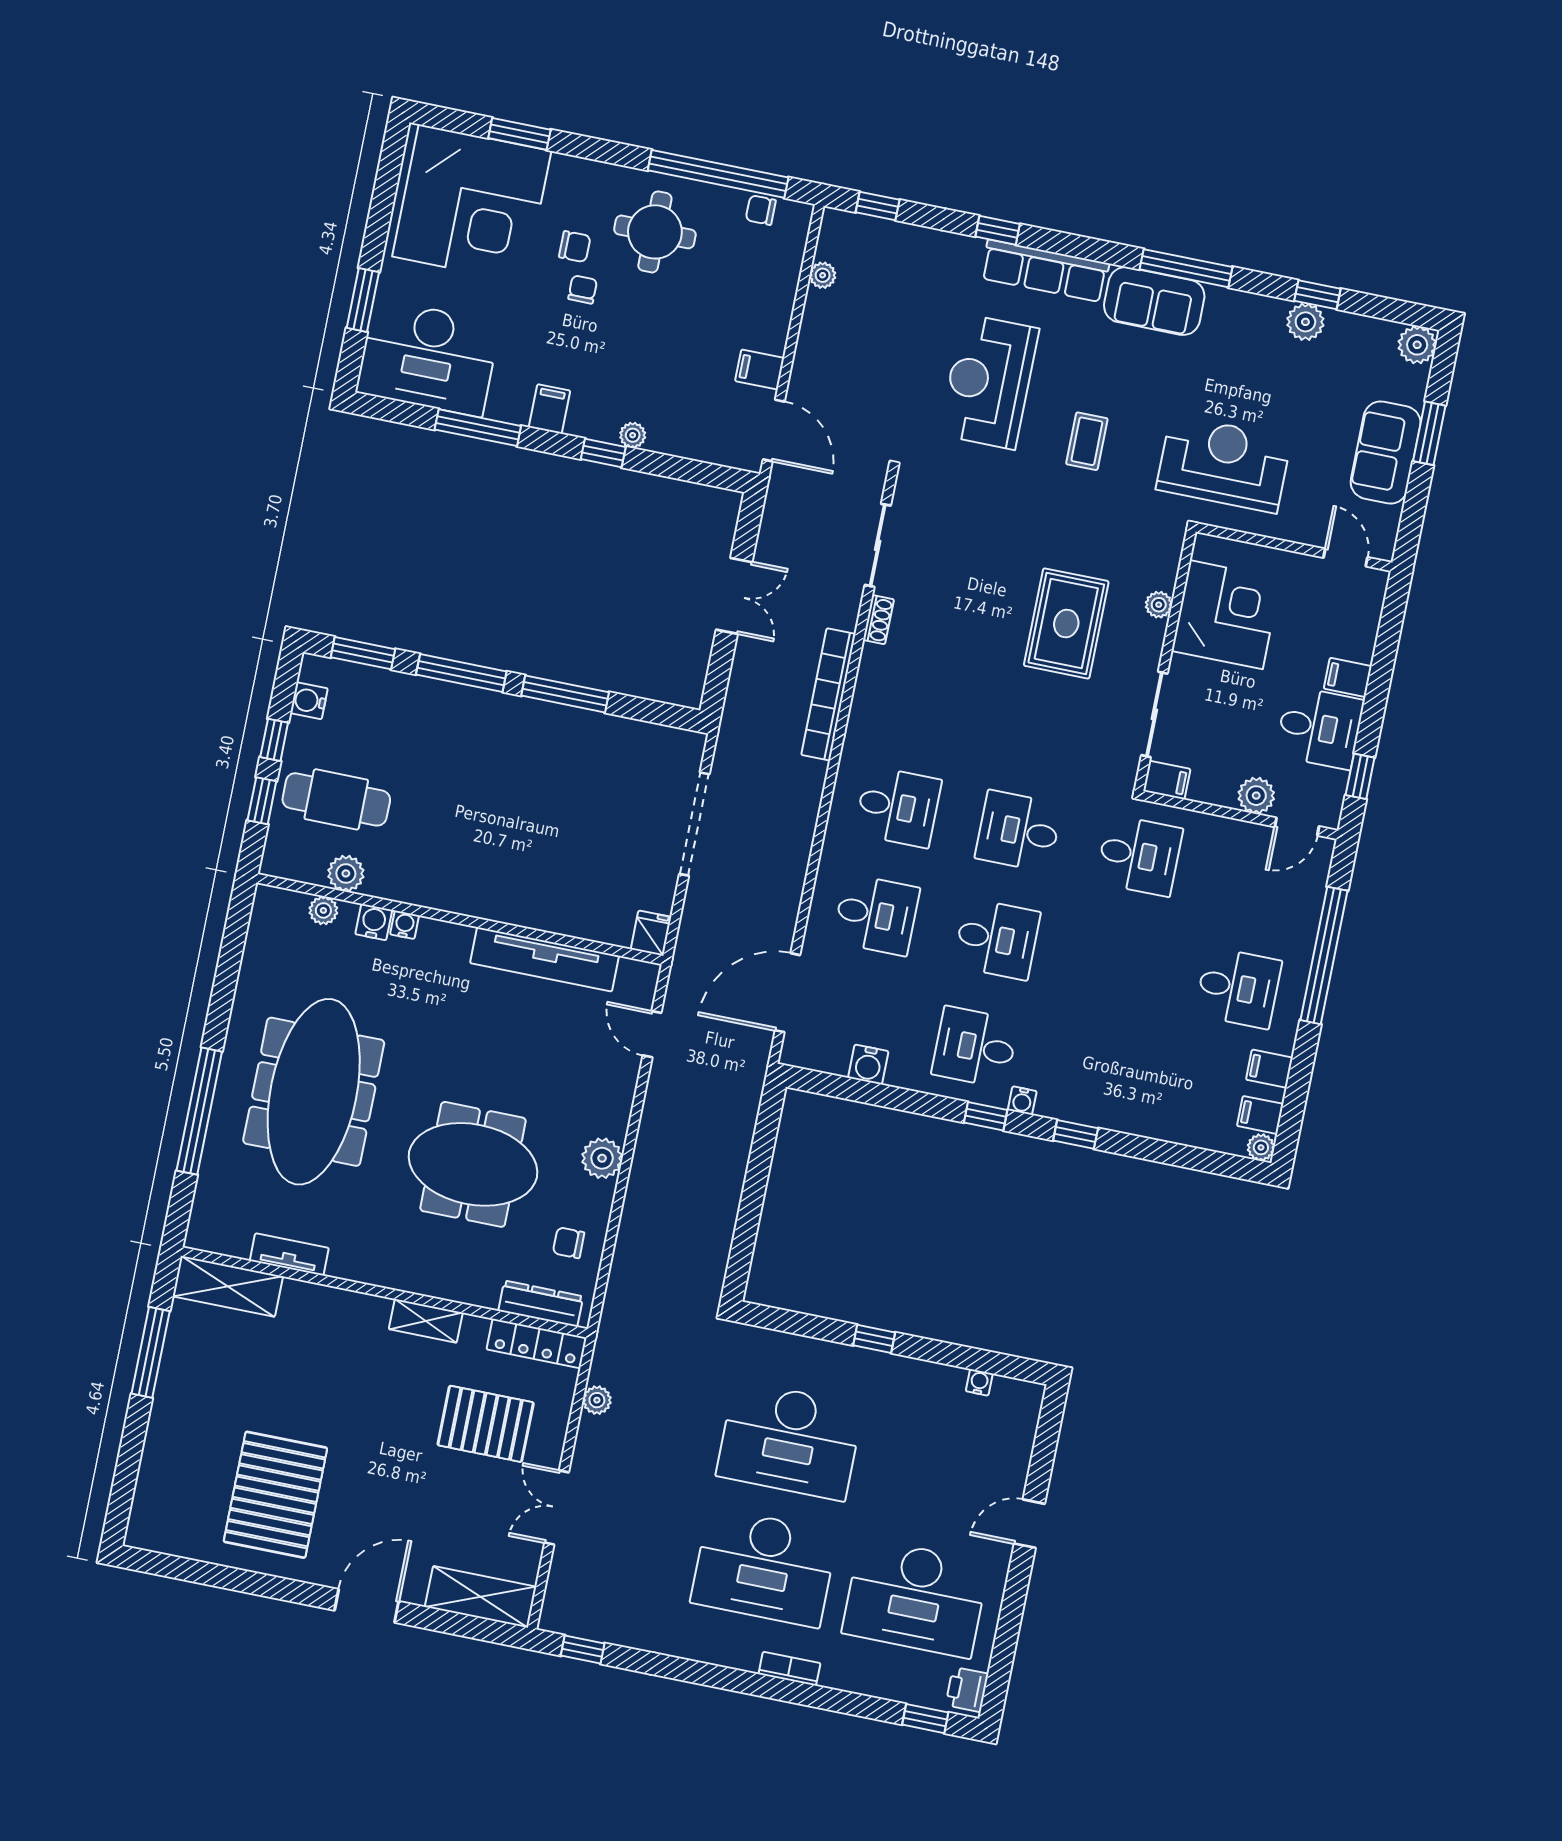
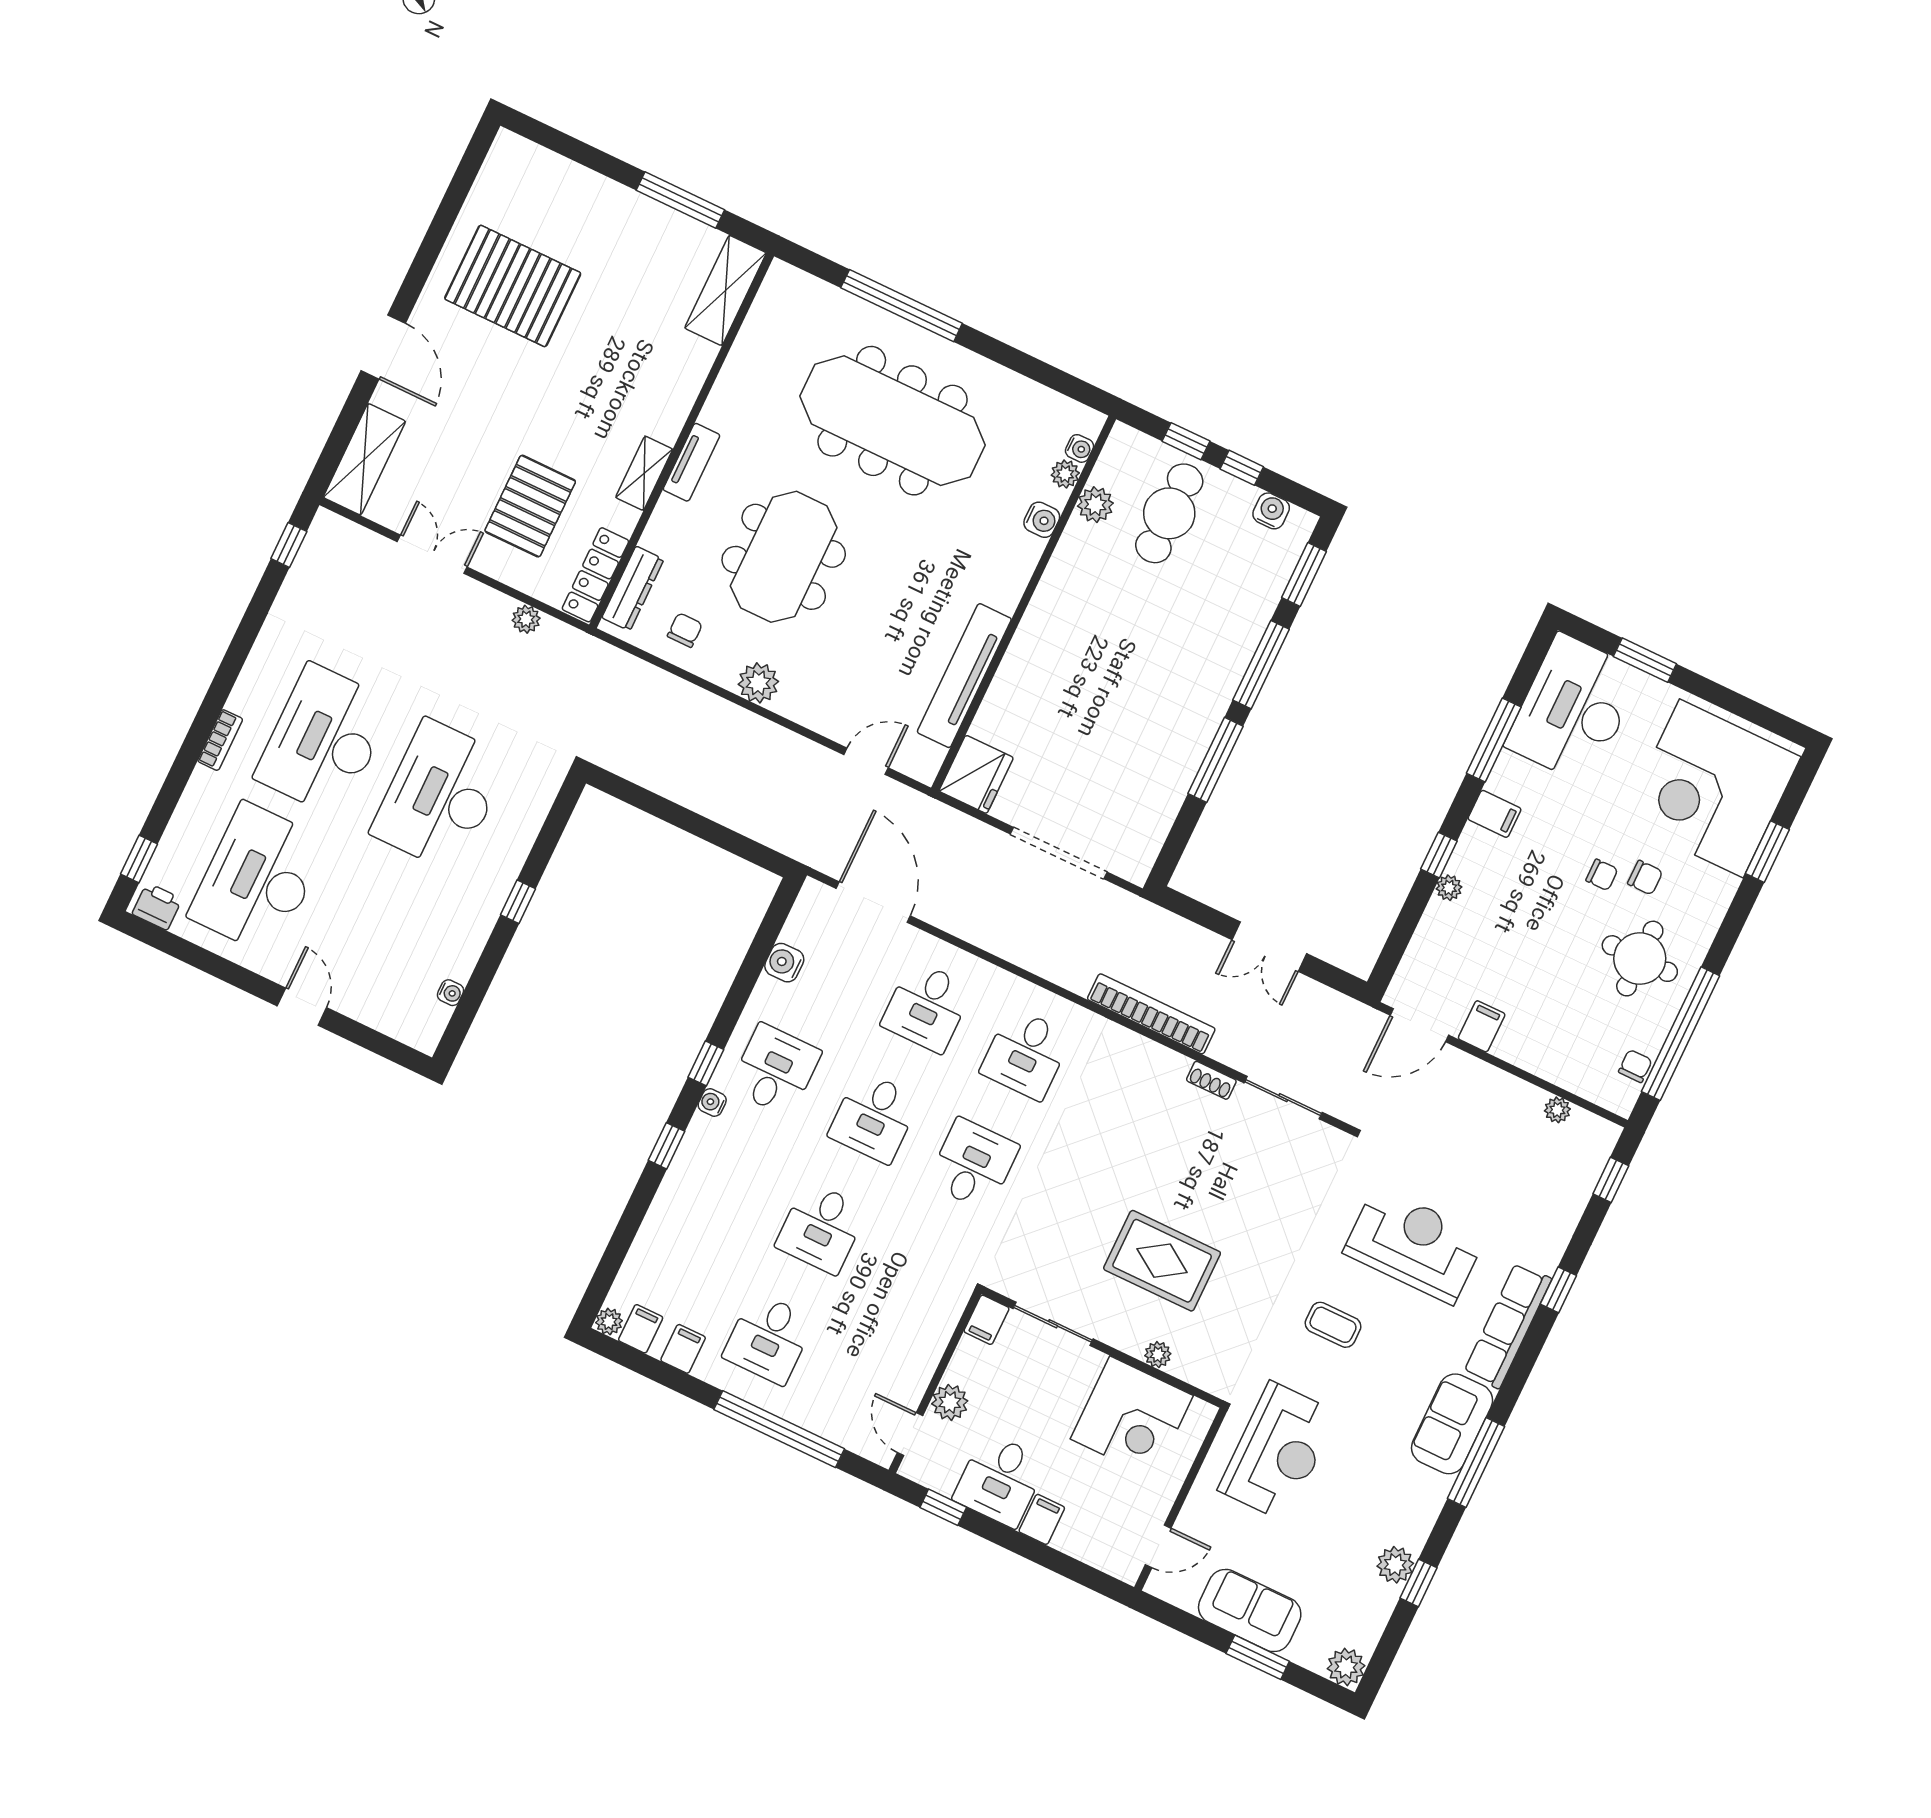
chair: (575, 247) -> (1645, 878), turned -90
desk: (1139, 855) -> (821, 1228), moved
water cooler: (405, 925) -> (1079, 448), moved
fridge: (651, 933) -> (976, 774), width x1.88, depth x1.34
tv unit: (289, 1254) -> (691, 462), moved

